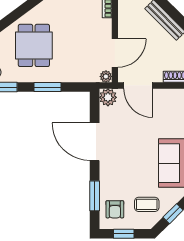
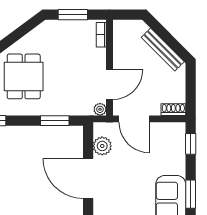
window: (48, 87) -> (55, 121), moved
plant: (108, 97) -> (102, 146), moved

